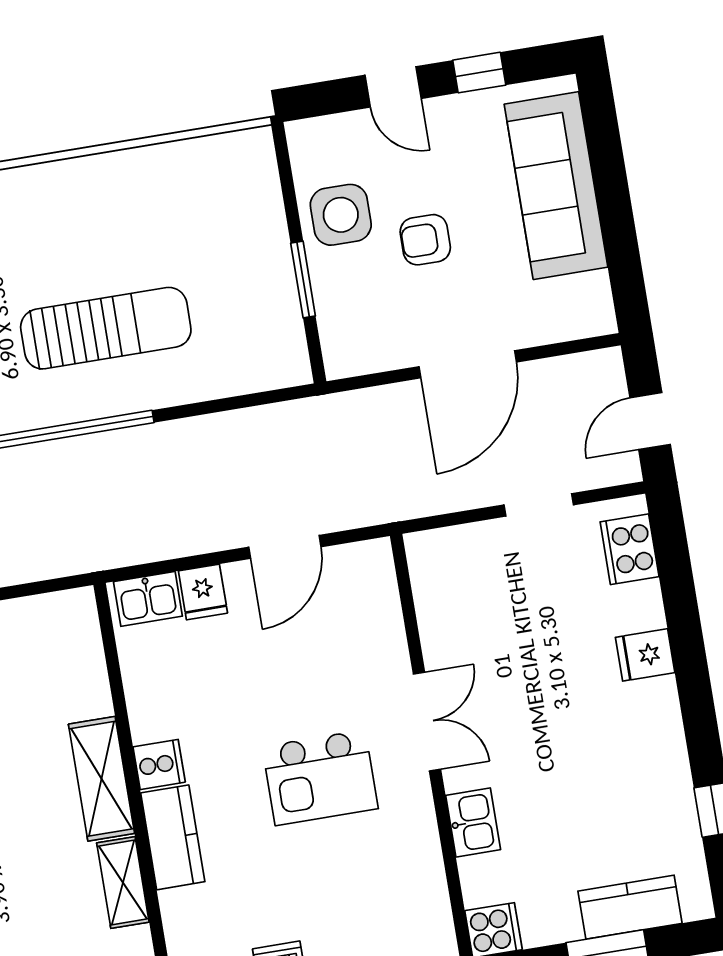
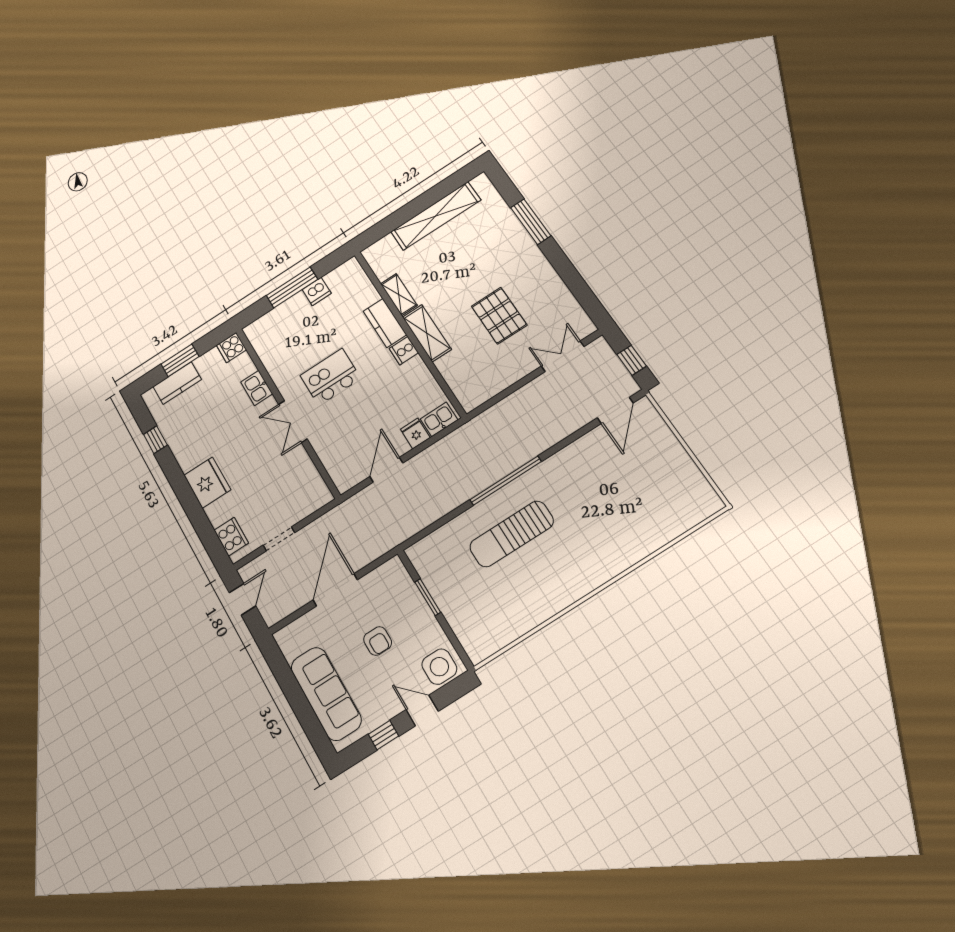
side table: (341, 215) -> (439, 667), moved
armchair: (425, 240) -> (378, 641), turned 90
fridge: (645, 655) -> (207, 483), width x1.88, depth x1.34

